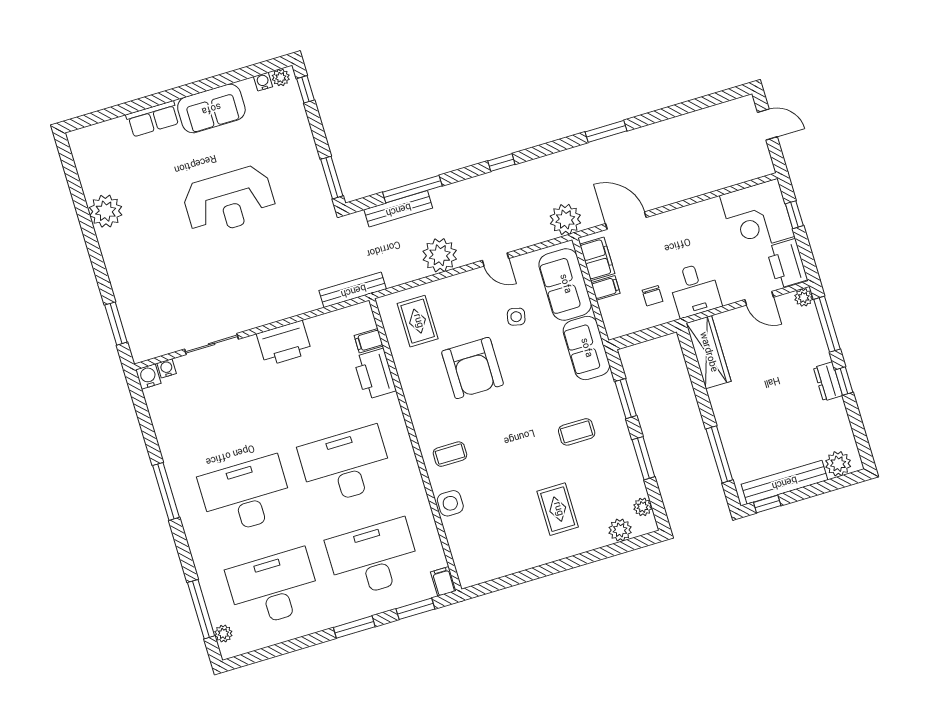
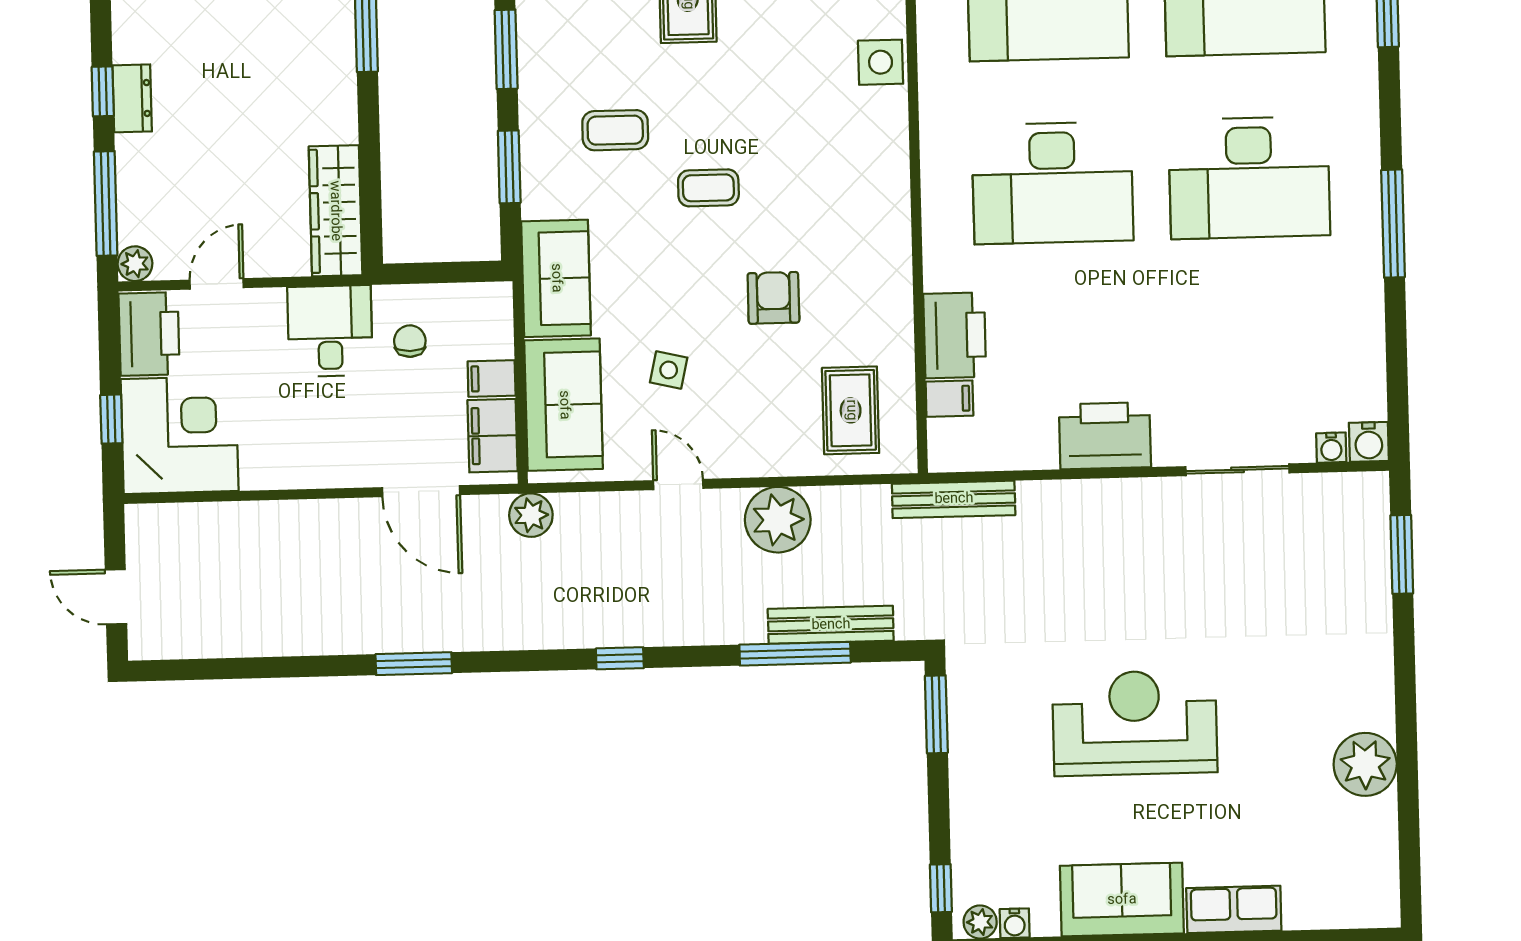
plant: (565, 219) -> (531, 515), width x0.73, depth x0.73
door: (759, 298) -> (217, 284), hinge flipped
armchair: (473, 368) -> (773, 298), width x0.53, depth x0.53
coffee table: (450, 454) -> (708, 188), moved

